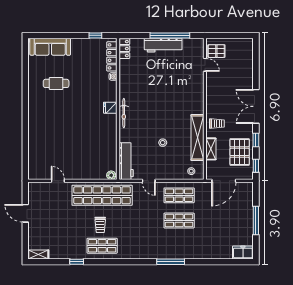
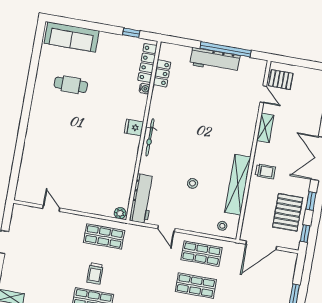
locker: (124, 49) -> (162, 73), moved
shelving: (211, 149) -> (265, 128), moved
shop shelf: (102, 195) -> (104, 236), width x0.50, depth x0.74

